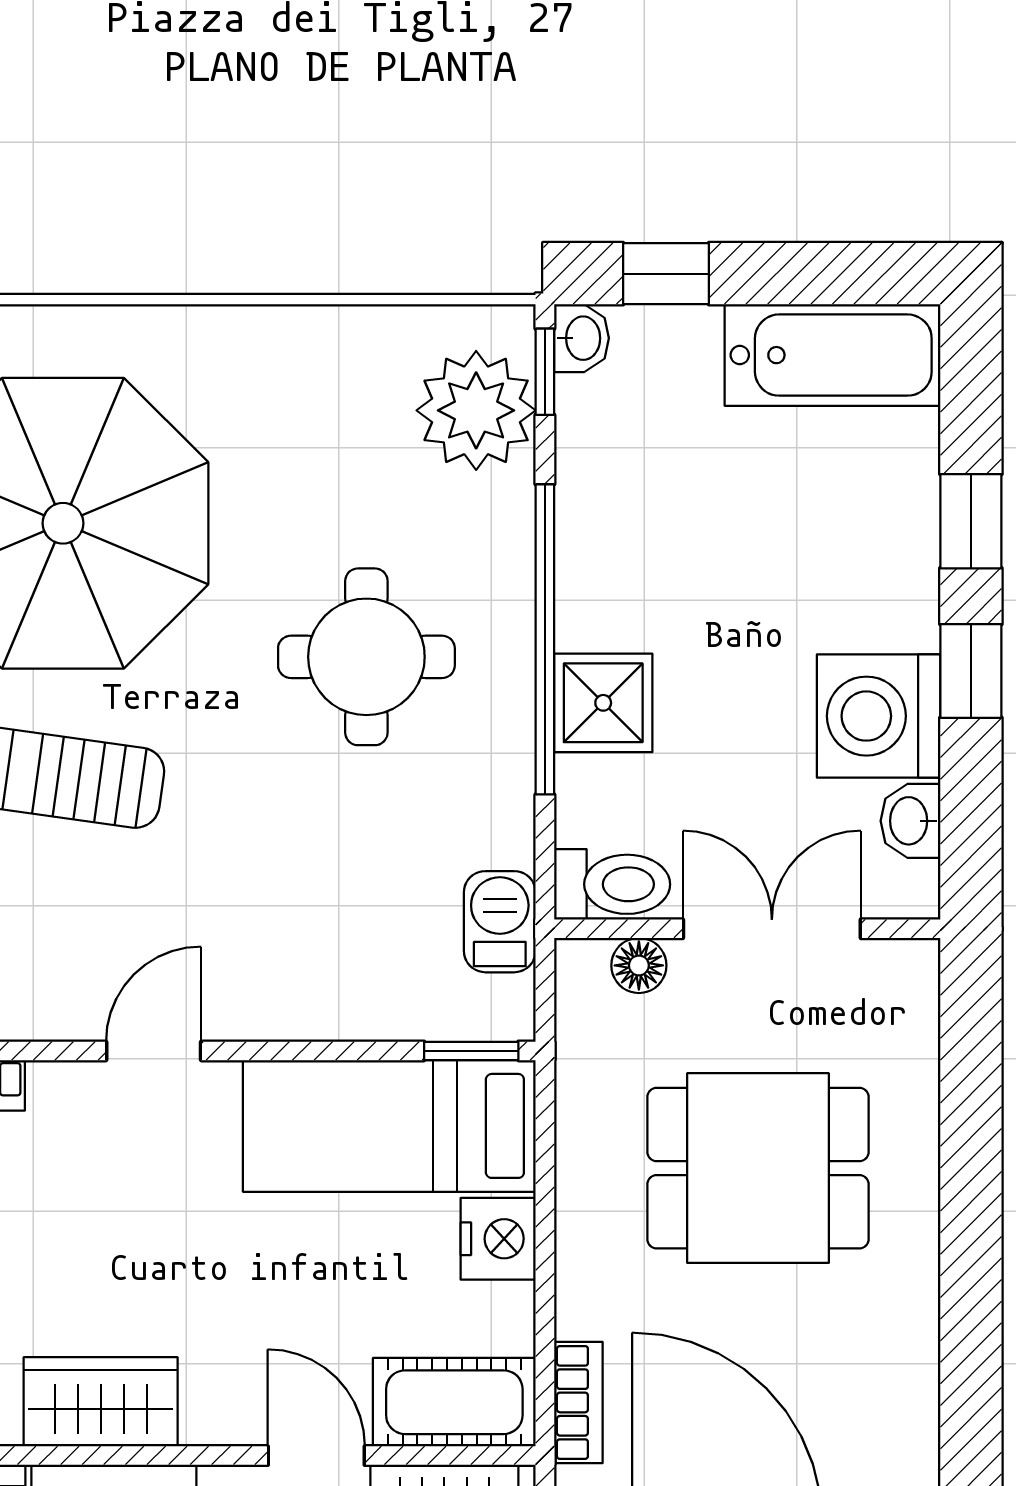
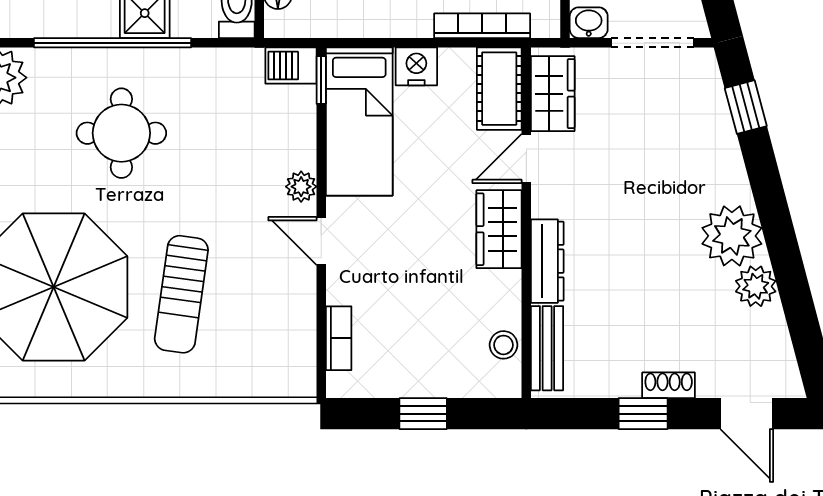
barbecue: (500, 922) -> (291, 66), moved
plant: (261, 1011) -> (301, 187), added
wardrobe: (101, 1402) -> (499, 229), moved
bookcase: (578, 1402) -> (482, 26), width x1.56

